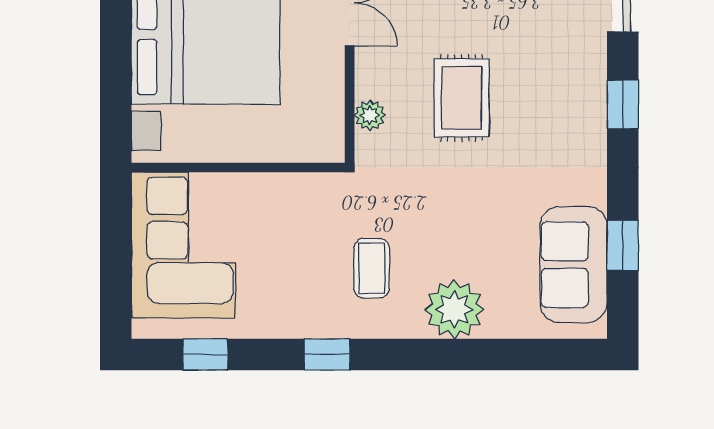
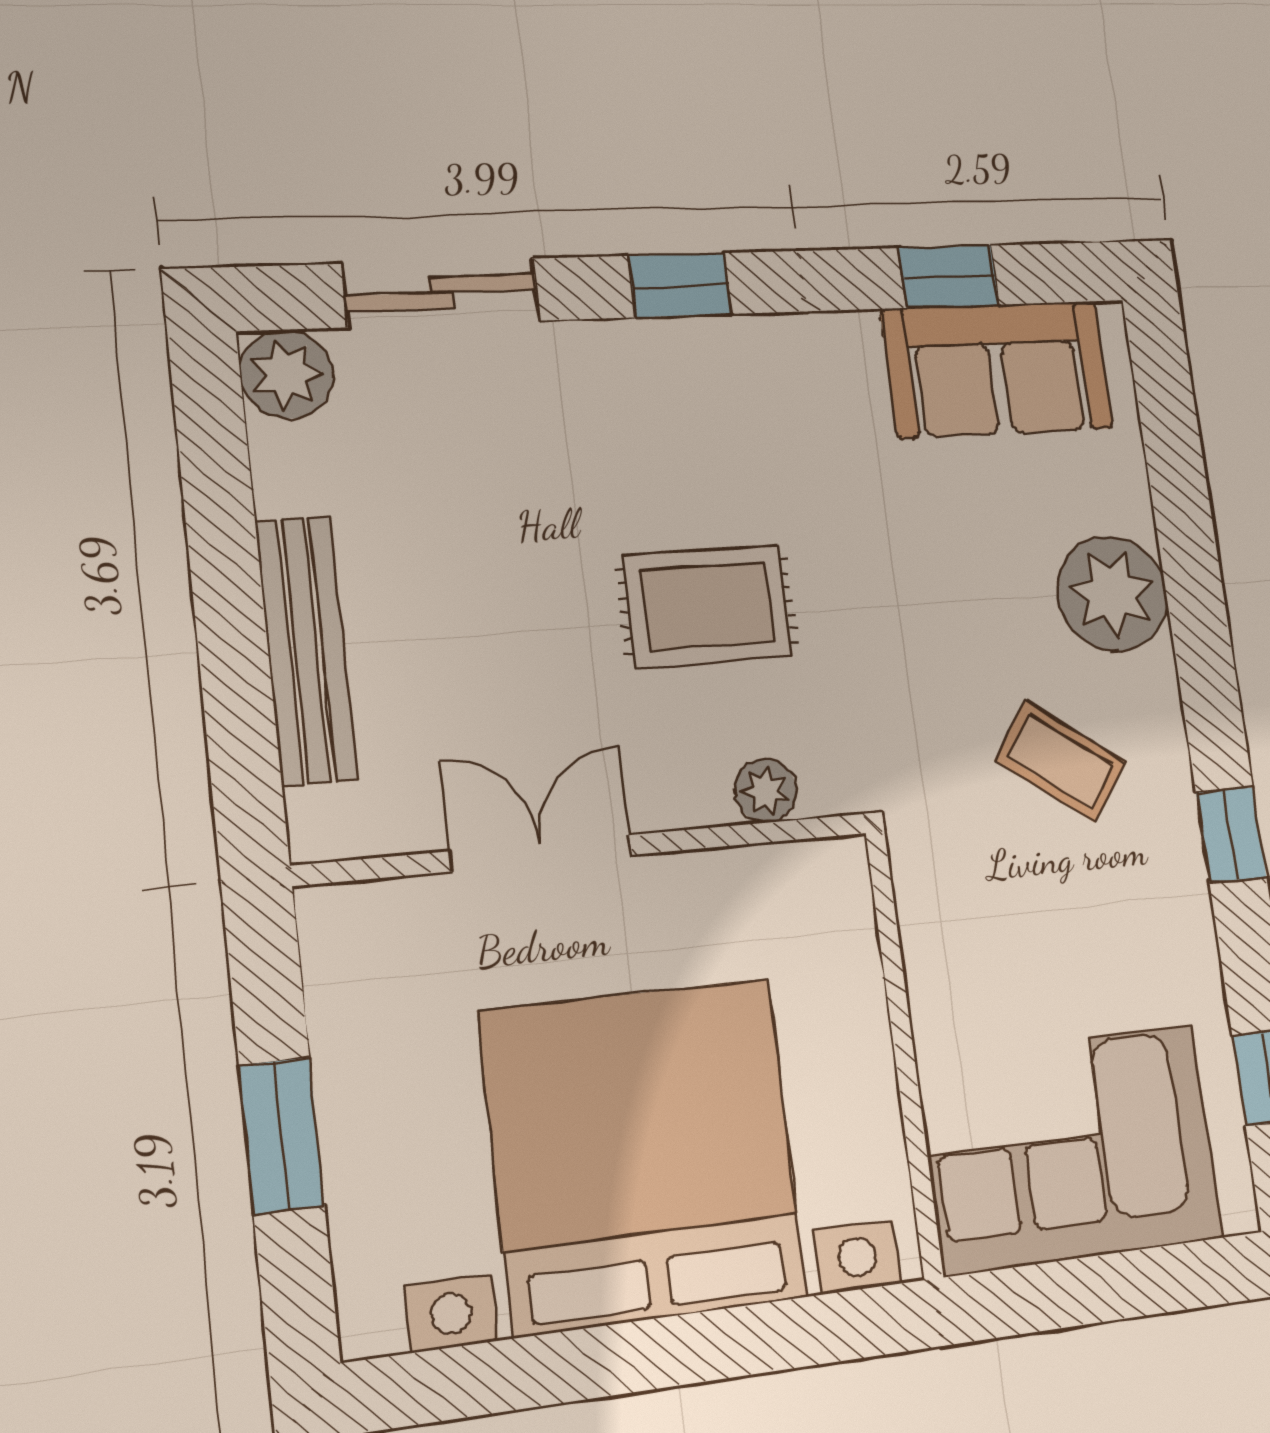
coffee table: (372, 268) -> (1060, 761), turned 36

